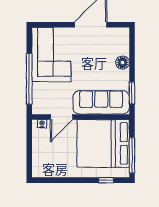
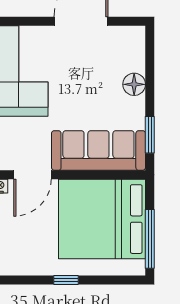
window: (106, 180) -> (66, 280), moved

